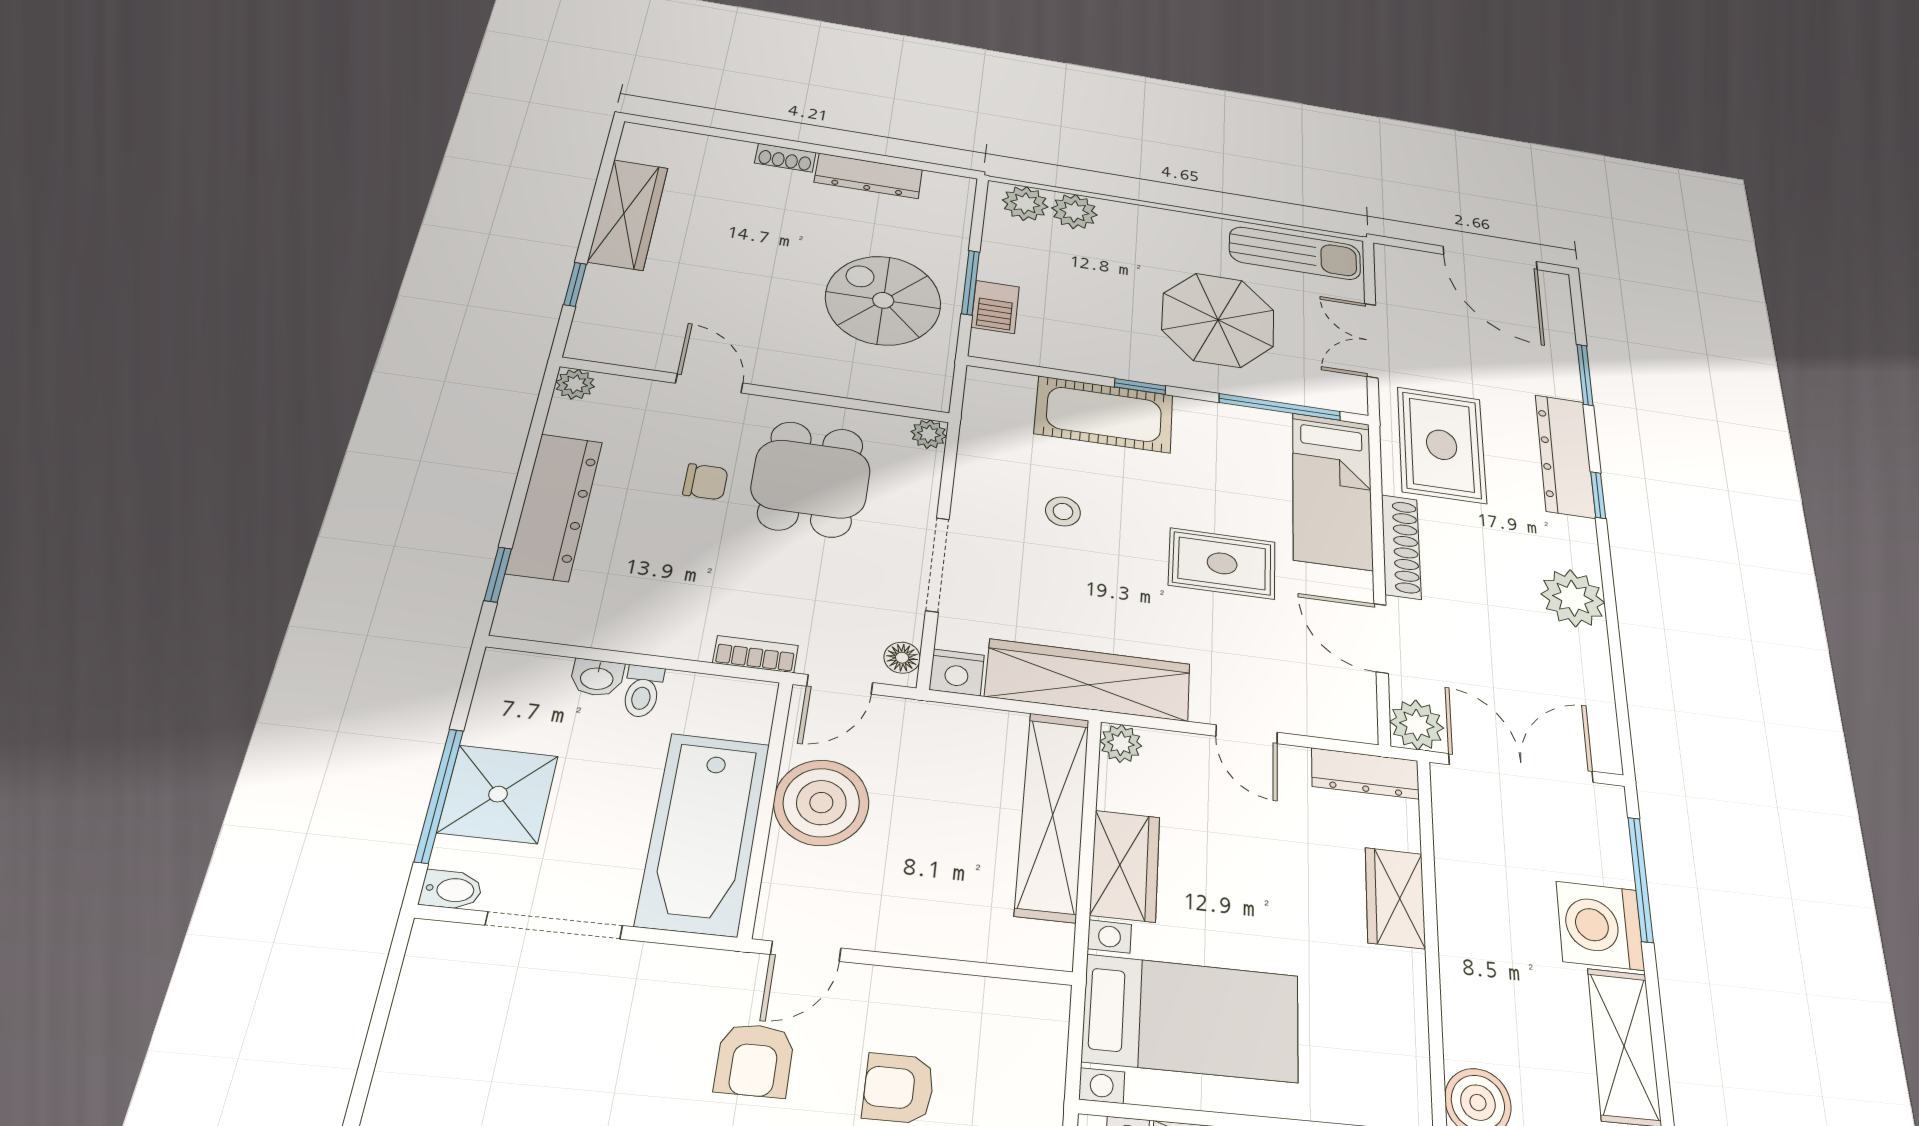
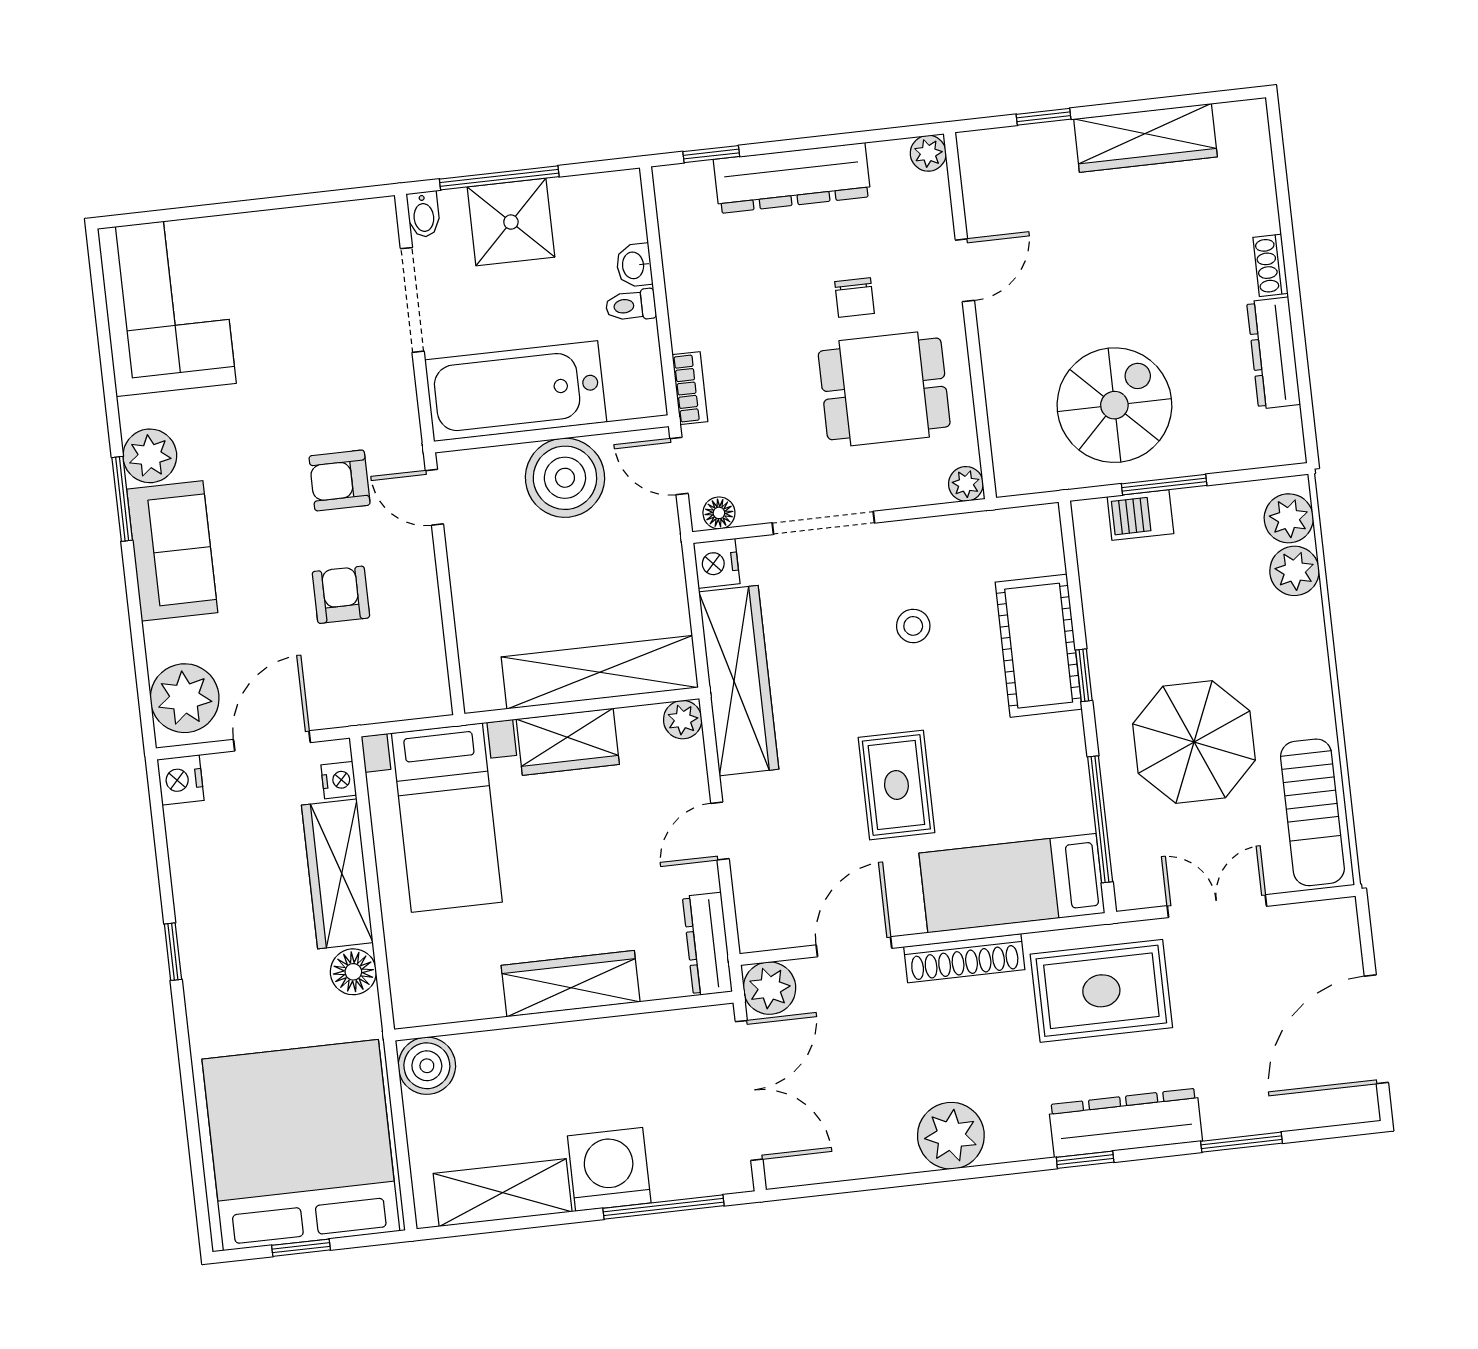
wardrobe: (1395, 898) -> (571, 984), width x1.50

